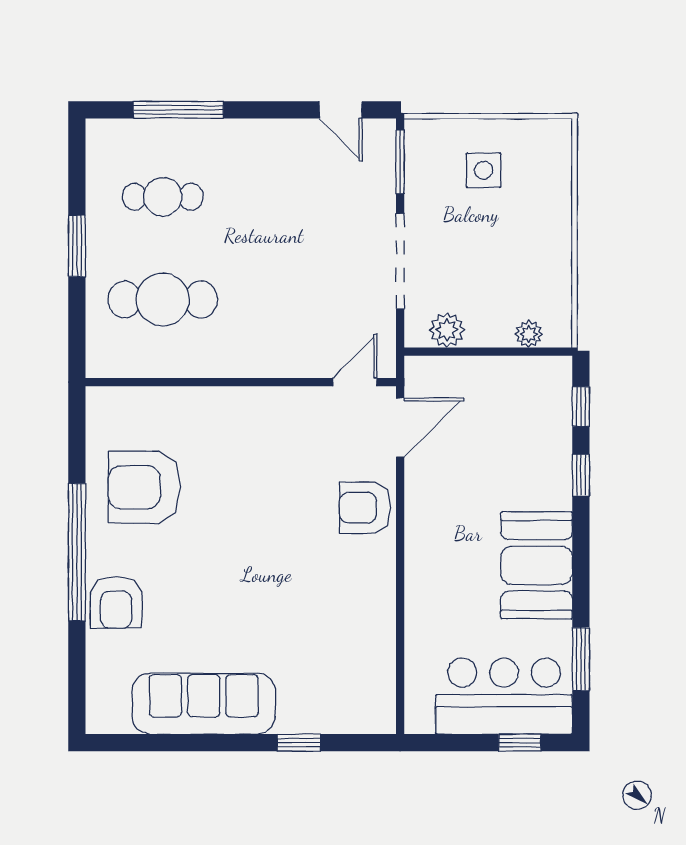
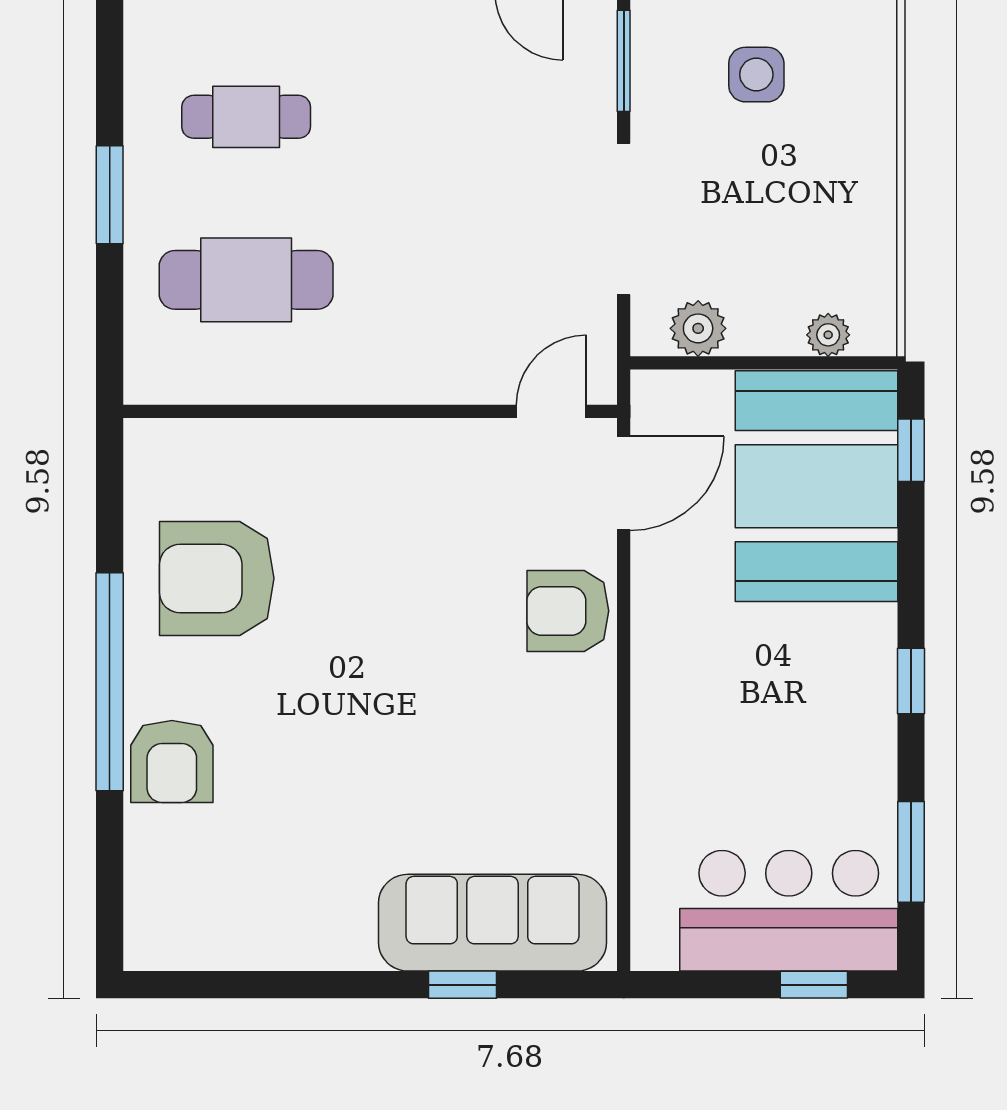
window: (581, 475) -> (911, 681), moved
booth: (537, 565) -> (816, 486), moved, width x1.36, depth x1.42
sofa: (204, 704) -> (493, 923), moved

